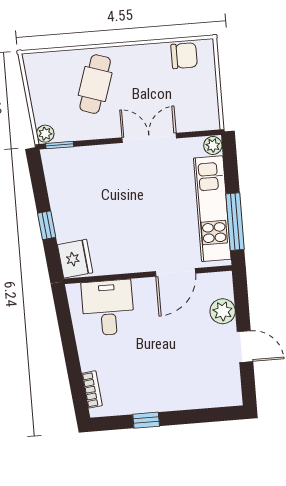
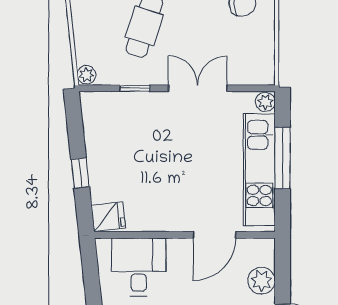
window: (60, 145) -> (135, 88), moved
window: (235, 222) -> (283, 158), moved
fridge: (75, 259) -> (108, 217), width x0.72

